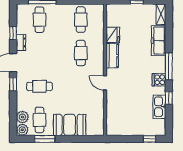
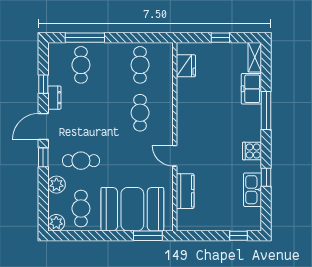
fridge: (113, 35) -> (186, 66), moved
freezer: (159, 41) -> (251, 89), width x0.71
kitchen counter: (112, 56) -> (185, 191), moved
window: (169, 66) -> (266, 110), moved
plant: (22, 117) -> (56, 185), moved
booth: (70, 125) -> (132, 209), width x1.36, depth x1.42
window: (45, 139) -> (148, 236), moved

